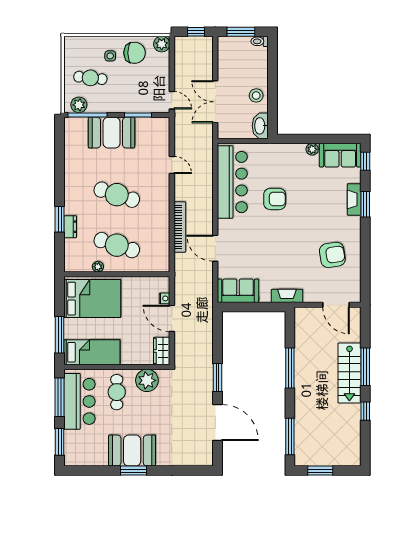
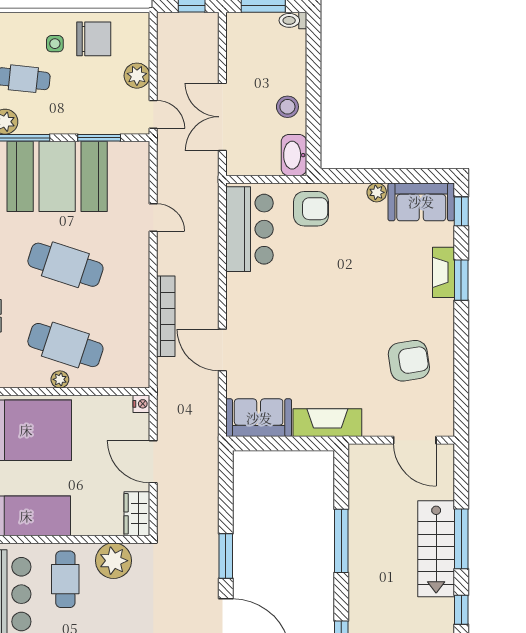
plant: (162, 44) -> (137, 76), moved
booth: (112, 133) -> (57, 176), width x1.36, depth x1.42
bar counter: (232, 182) -> (249, 229), width x0.73
armchair: (275, 199) -> (311, 209), moved
plant: (98, 267) -> (60, 379), moved
fireplace: (287, 296) -> (327, 423), width x1.37, depth x1.32
nightstand: (164, 298) -> (141, 404), moved

